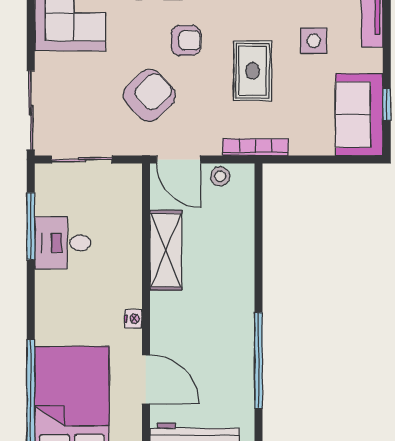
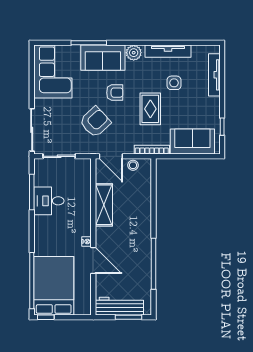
side table: (314, 41) -> (174, 83), moved
sofa: (359, 115) -> (192, 141), moved, turned 90
door: (146, 379) -> (93, 261), moved

